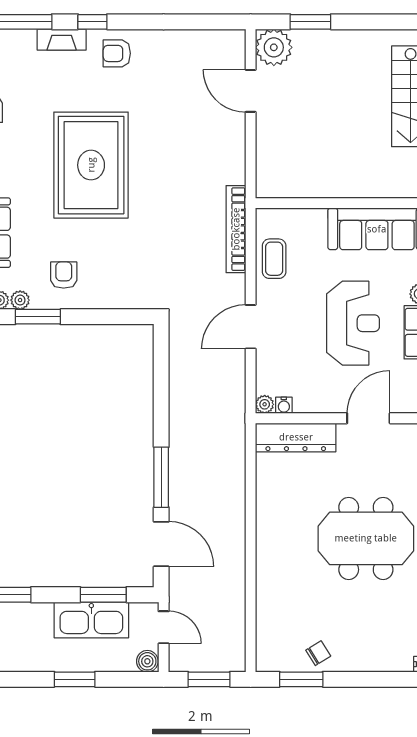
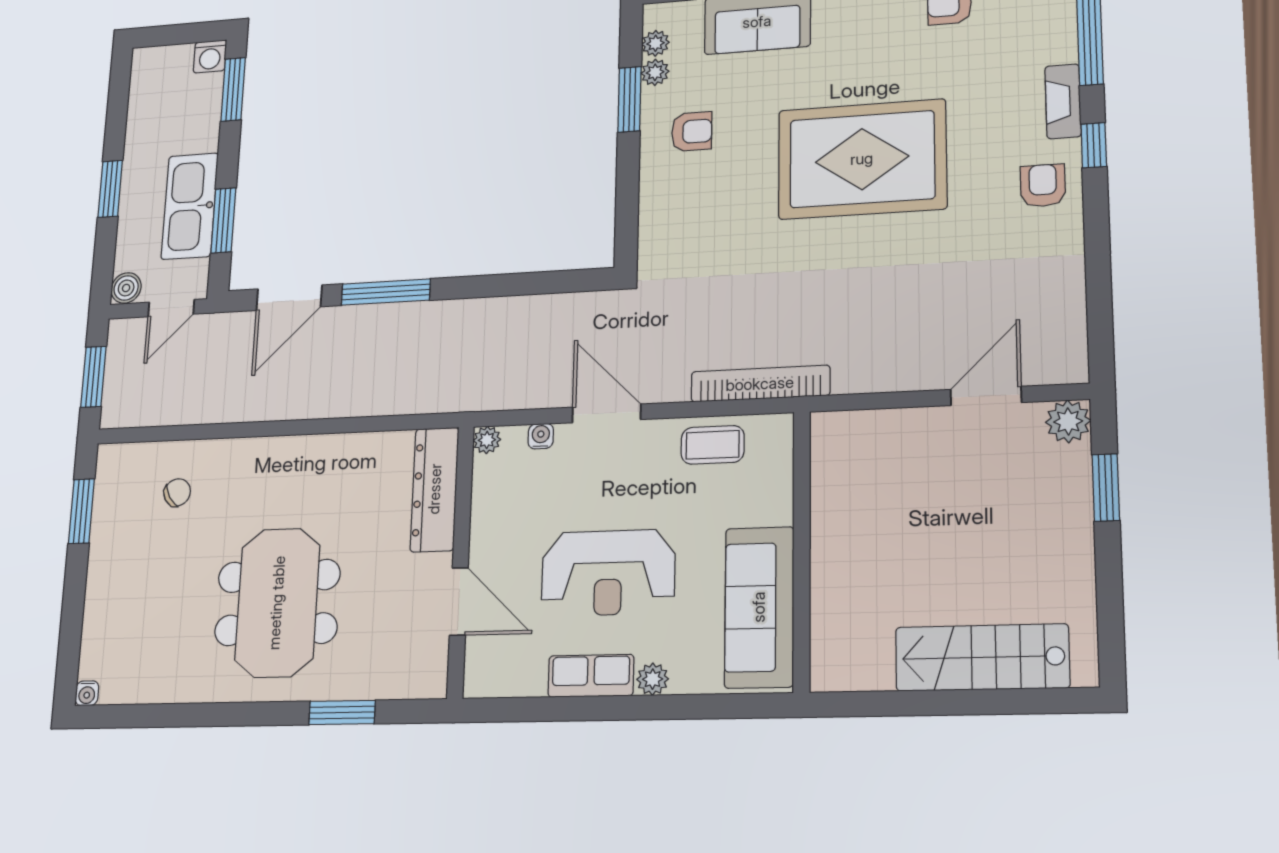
plant: (274, 47) -> (1068, 421), width x0.73, depth x0.73
water cooler: (284, 405) -> (541, 436), moved, turned 90
chair: (318, 653) -> (177, 492), moved, turned -89

